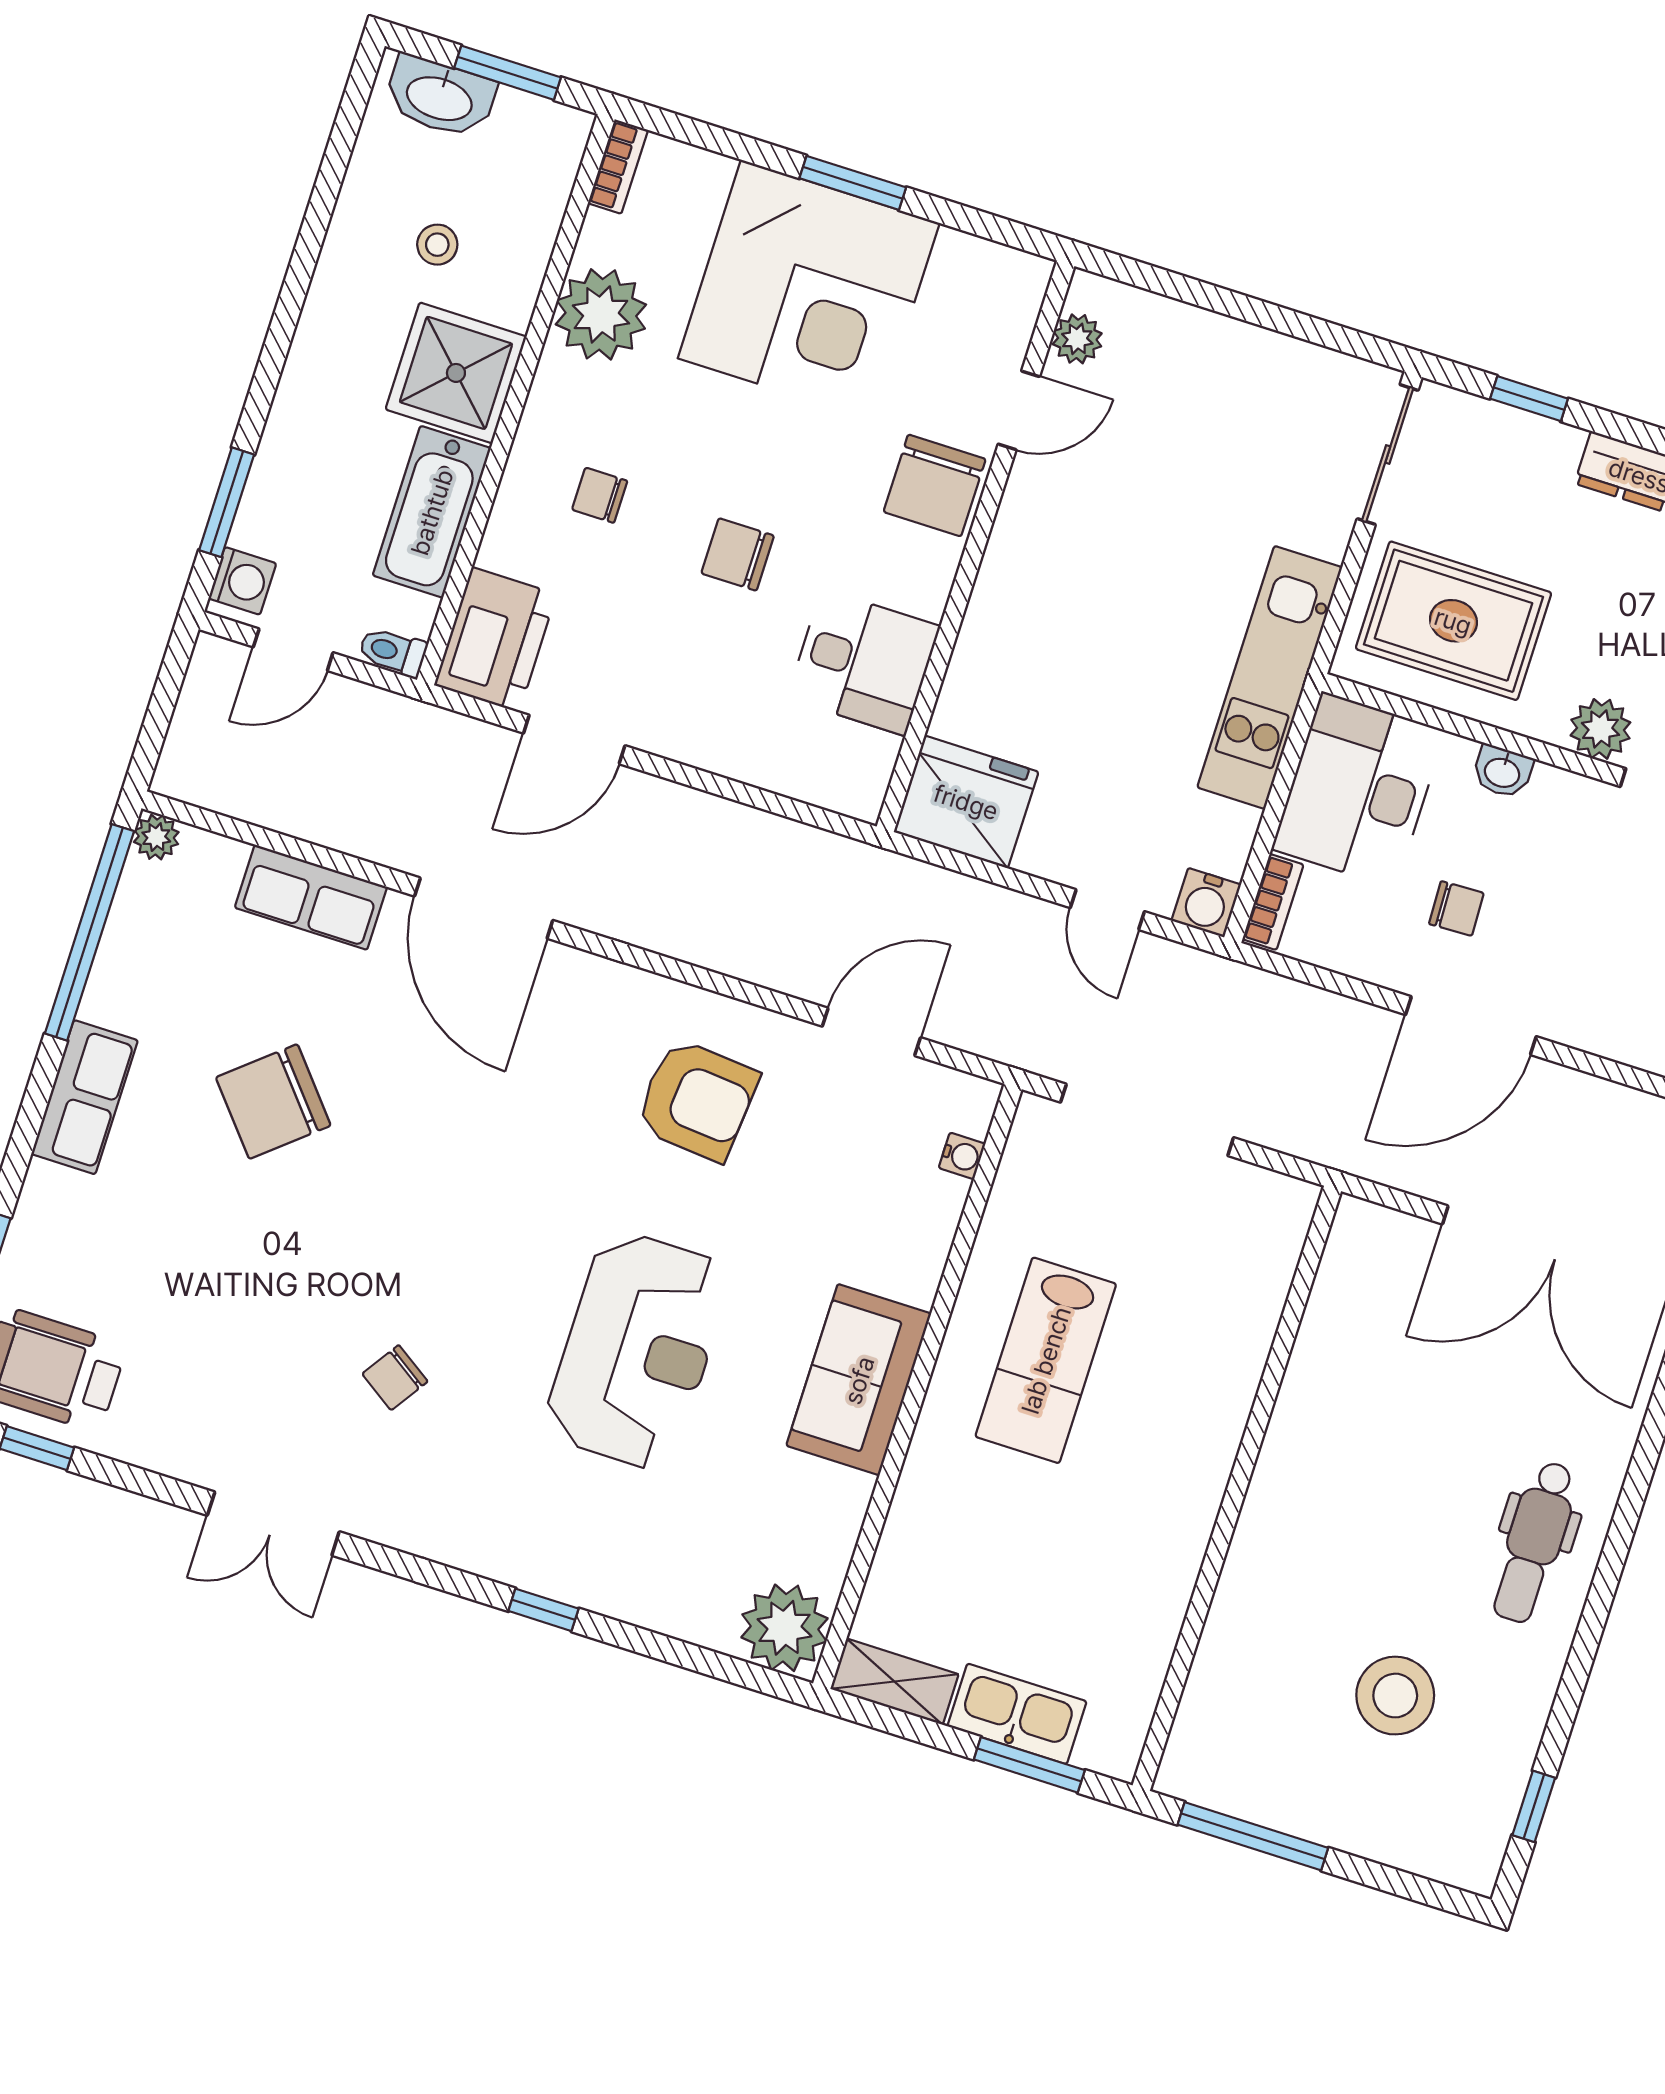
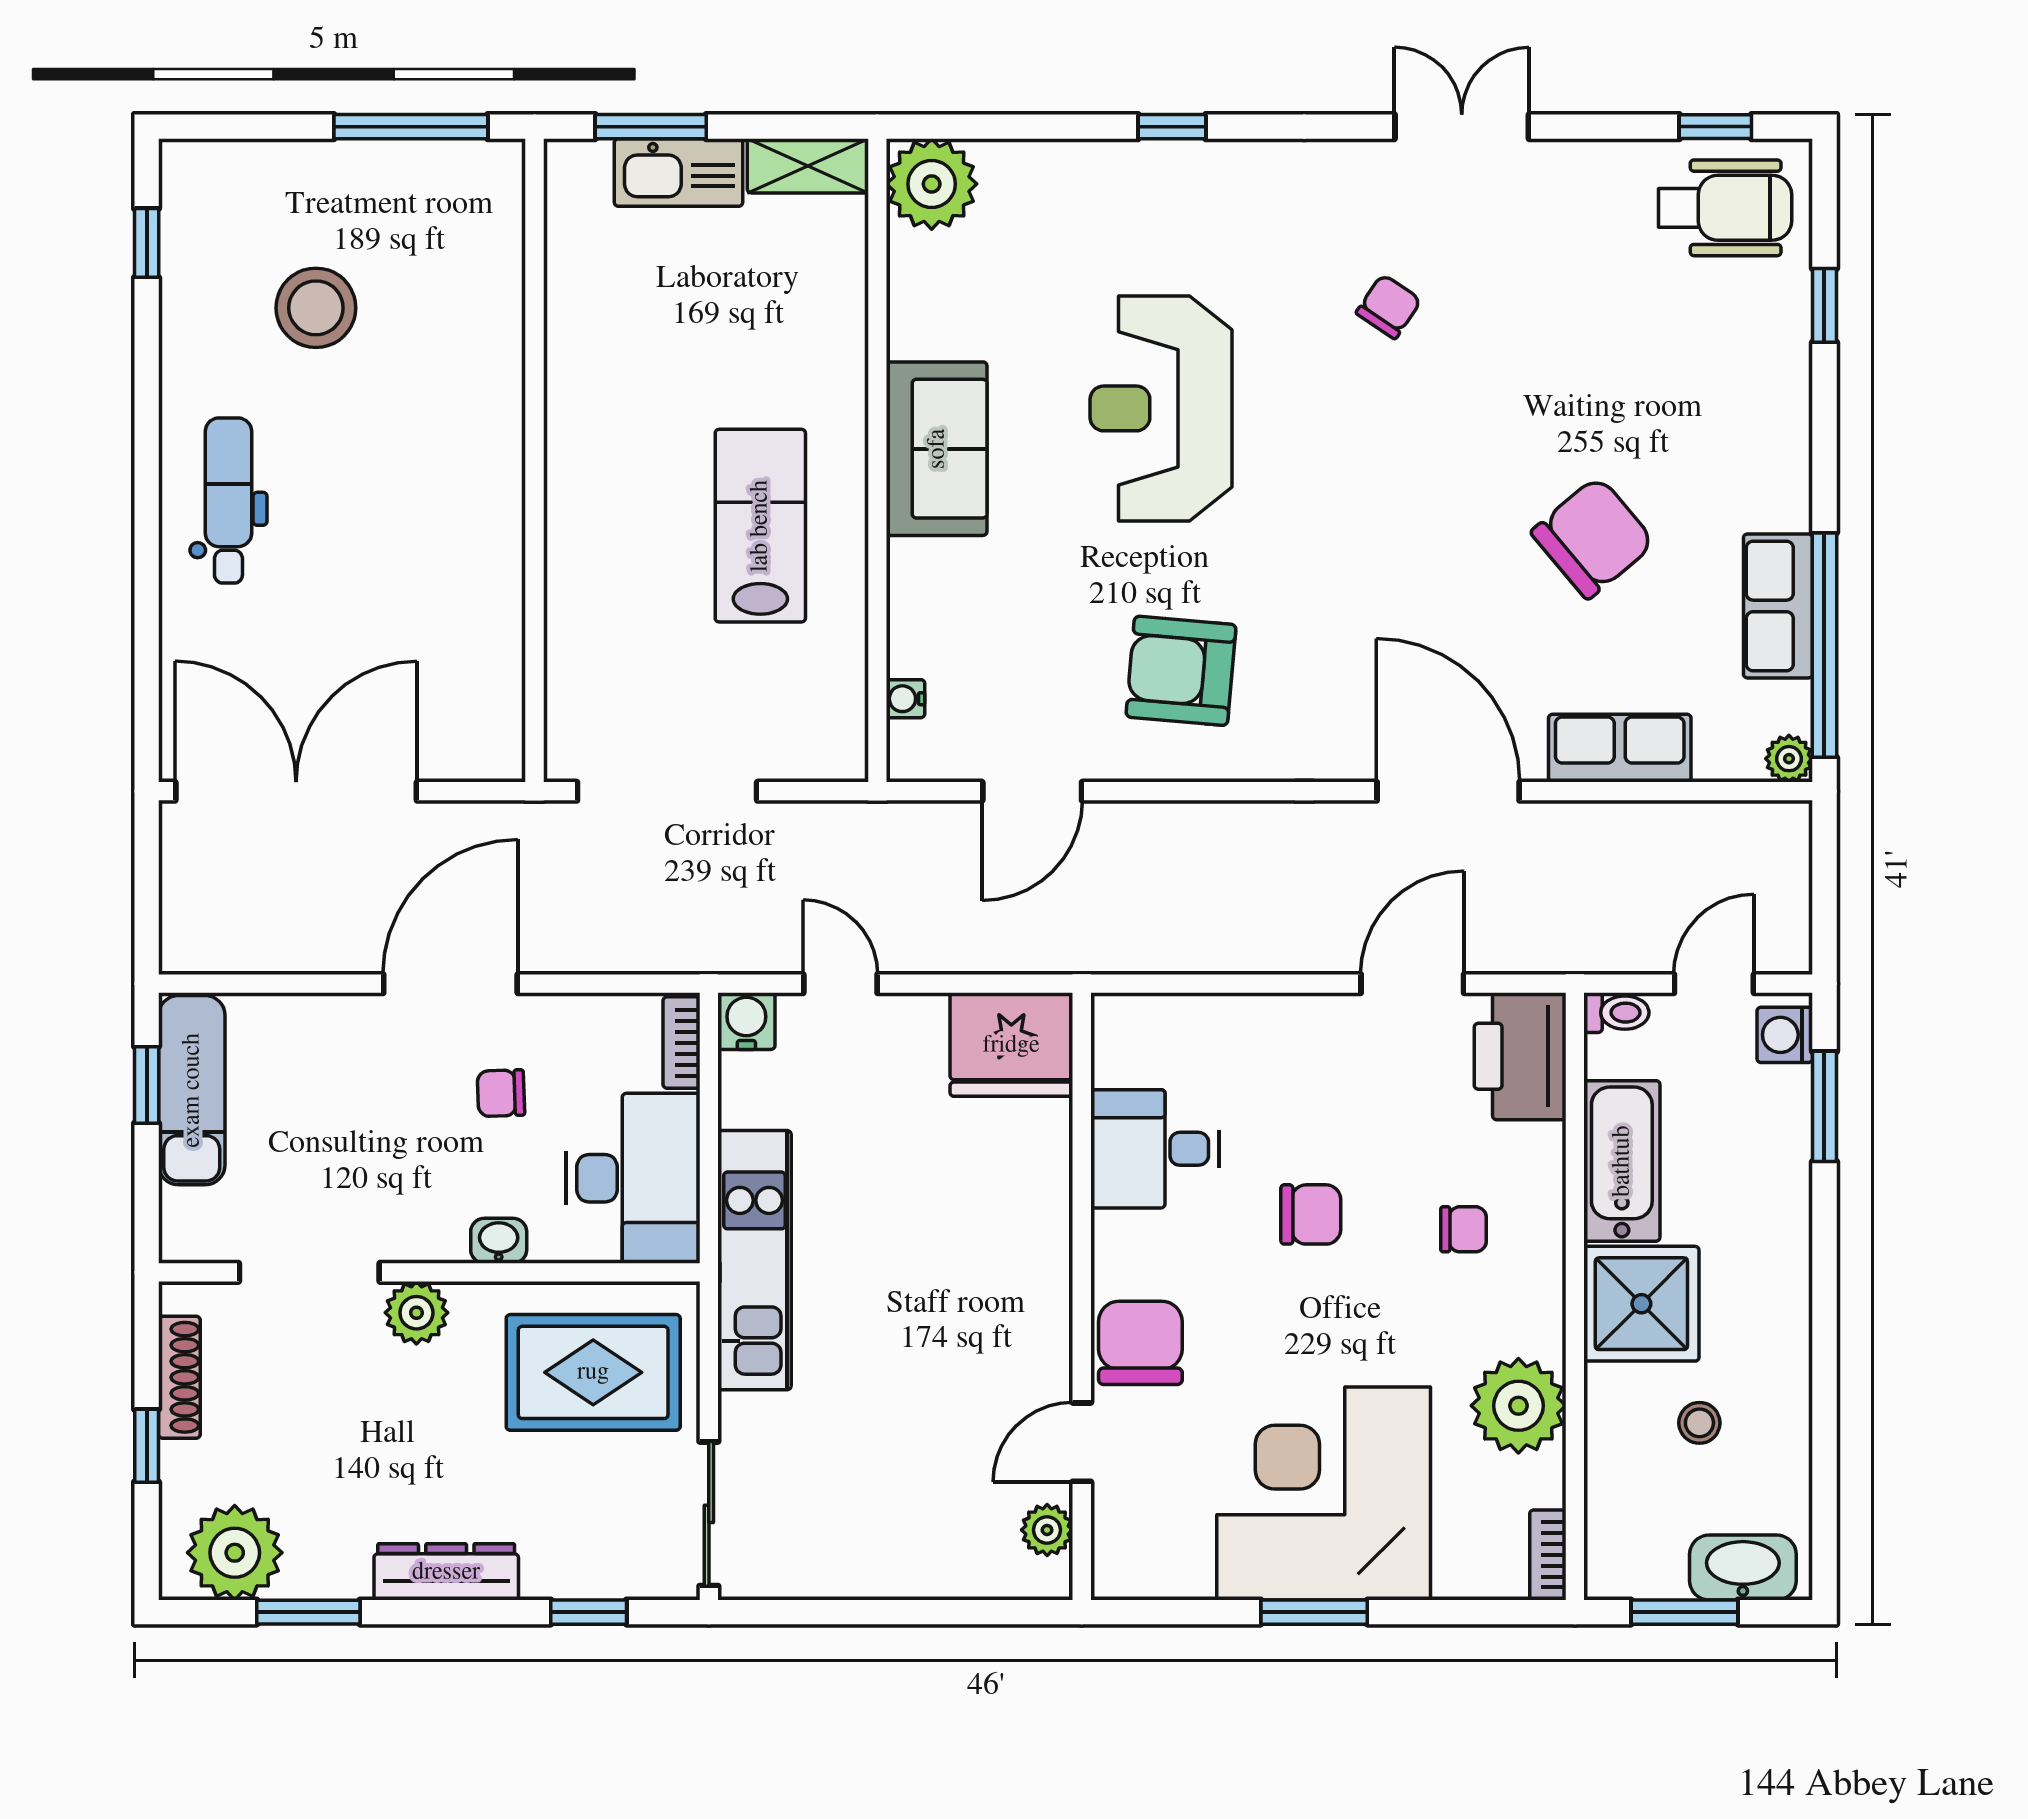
row of seats: (85, 1097) -> (1778, 606), moved
doorway: (1147, 1120) -> (667, 791), moved

